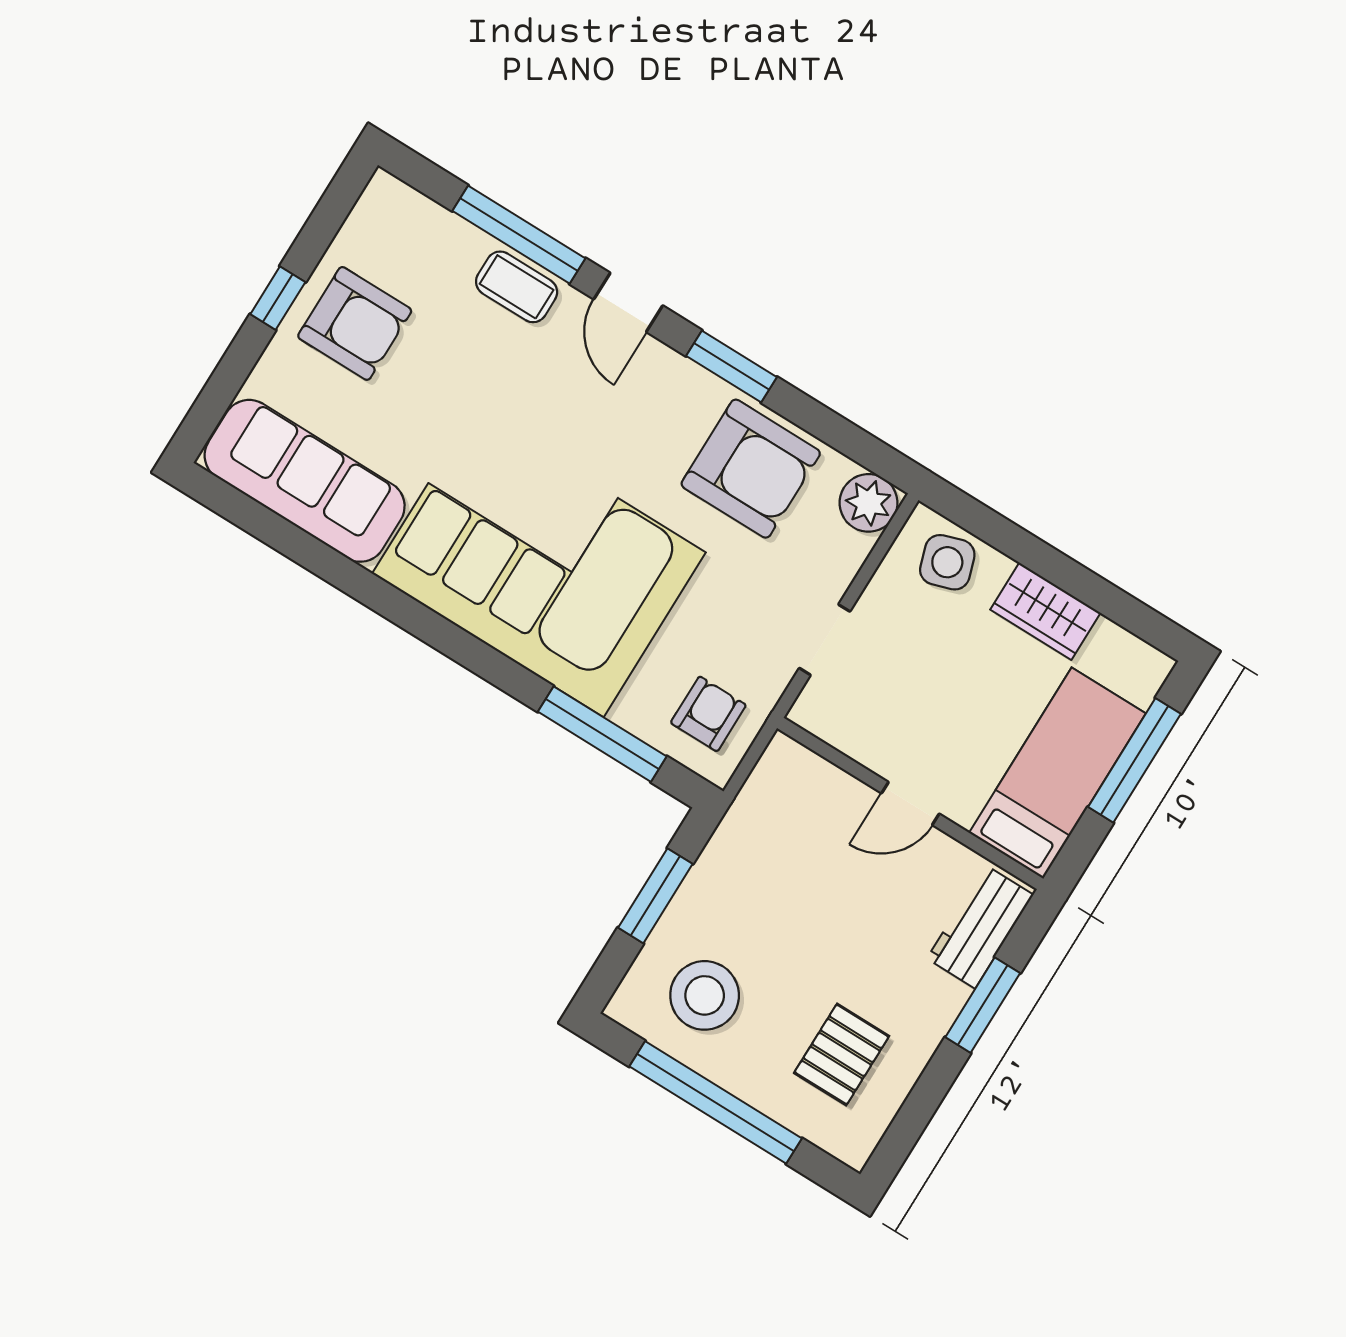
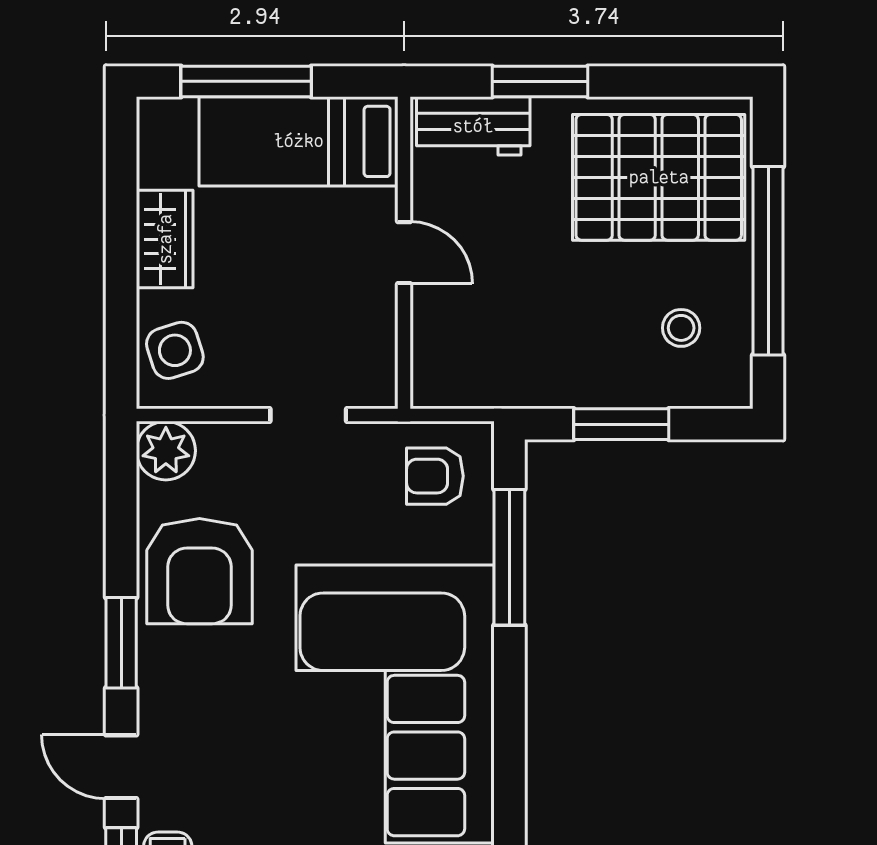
door: (628, 302) -> (121, 767), swing flipped
armchair: (751, 469) -> (199, 571), turned 180
stool: (705, 995) -> (681, 328), width x0.53, depth x0.53
pallet: (842, 1054) -> (659, 177), width x2.05, depth x2.00

